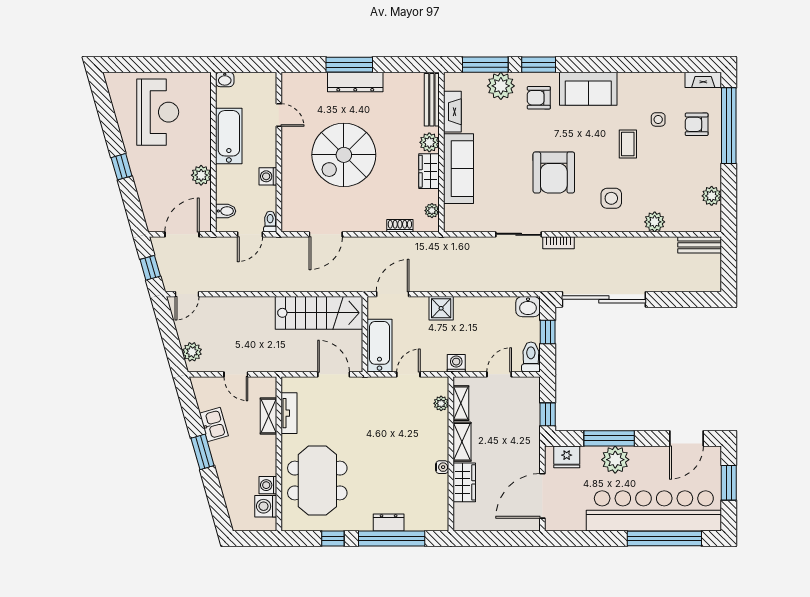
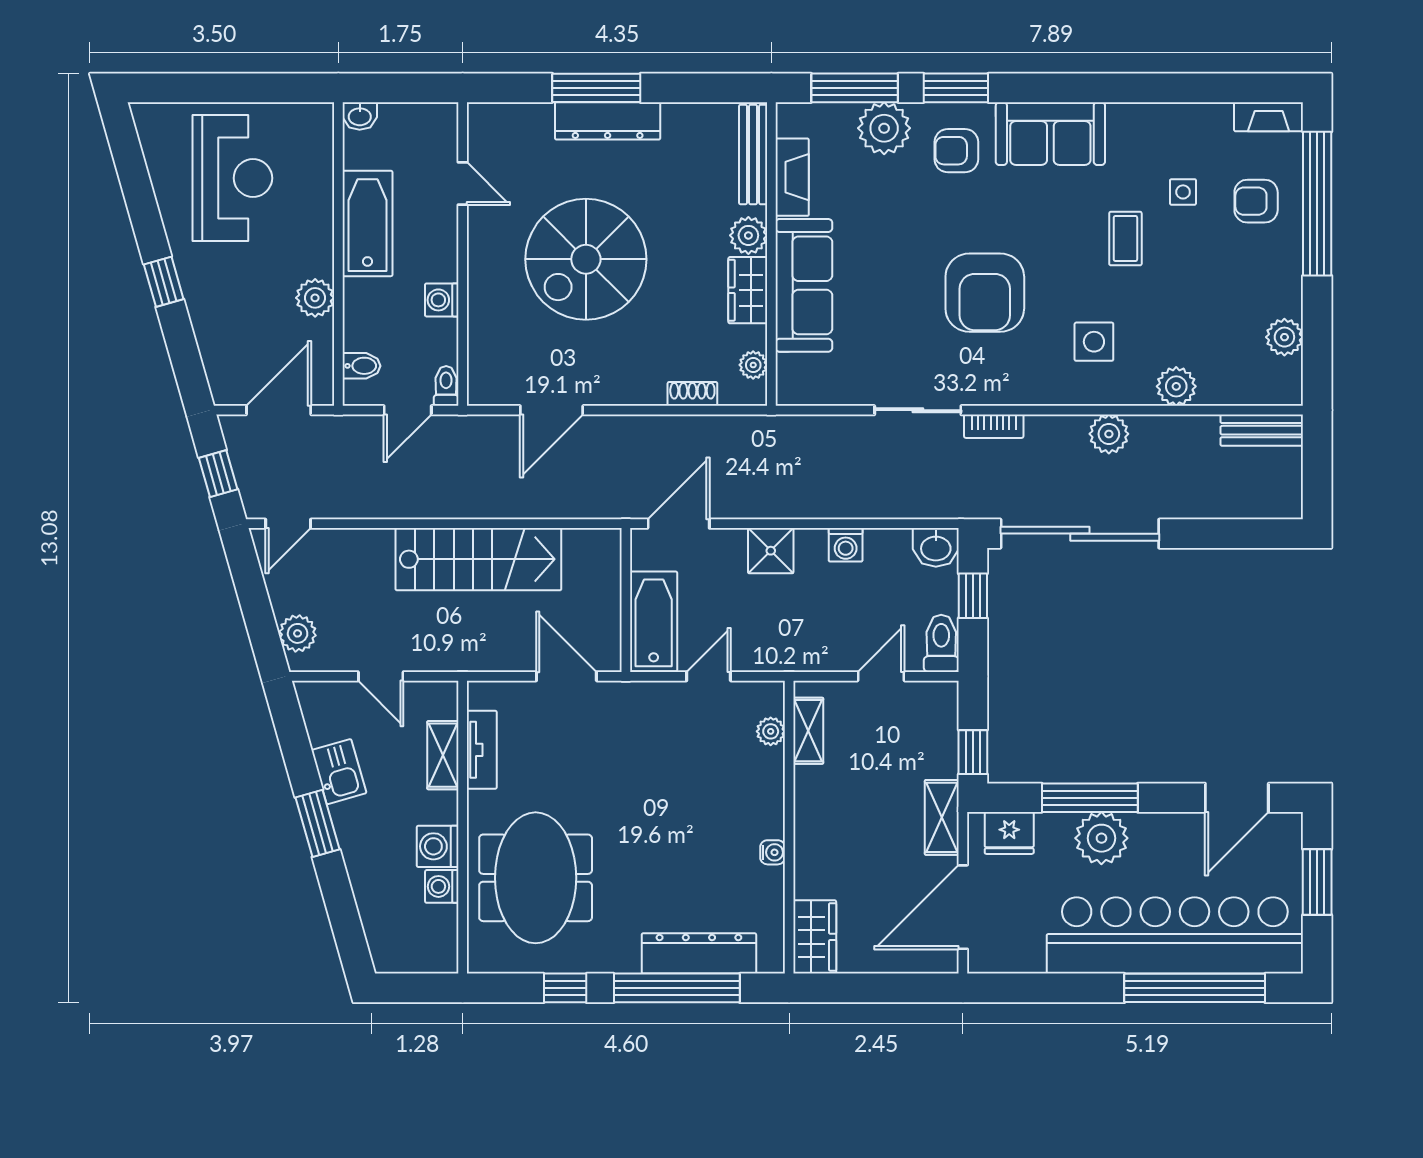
plant: (619, 247) -> (1109, 434), added
stairs: (319, 313) -> (478, 559), moved
washing machine: (456, 363) -> (846, 545), moved, turned 180
shelving: (462, 442) -> (942, 817), moved
wardrobe: (464, 482) -> (815, 937), moved
washing machine: (266, 506) -> (438, 846), moved
dresser: (389, 522) -> (699, 953), width x1.96, depth x1.24

